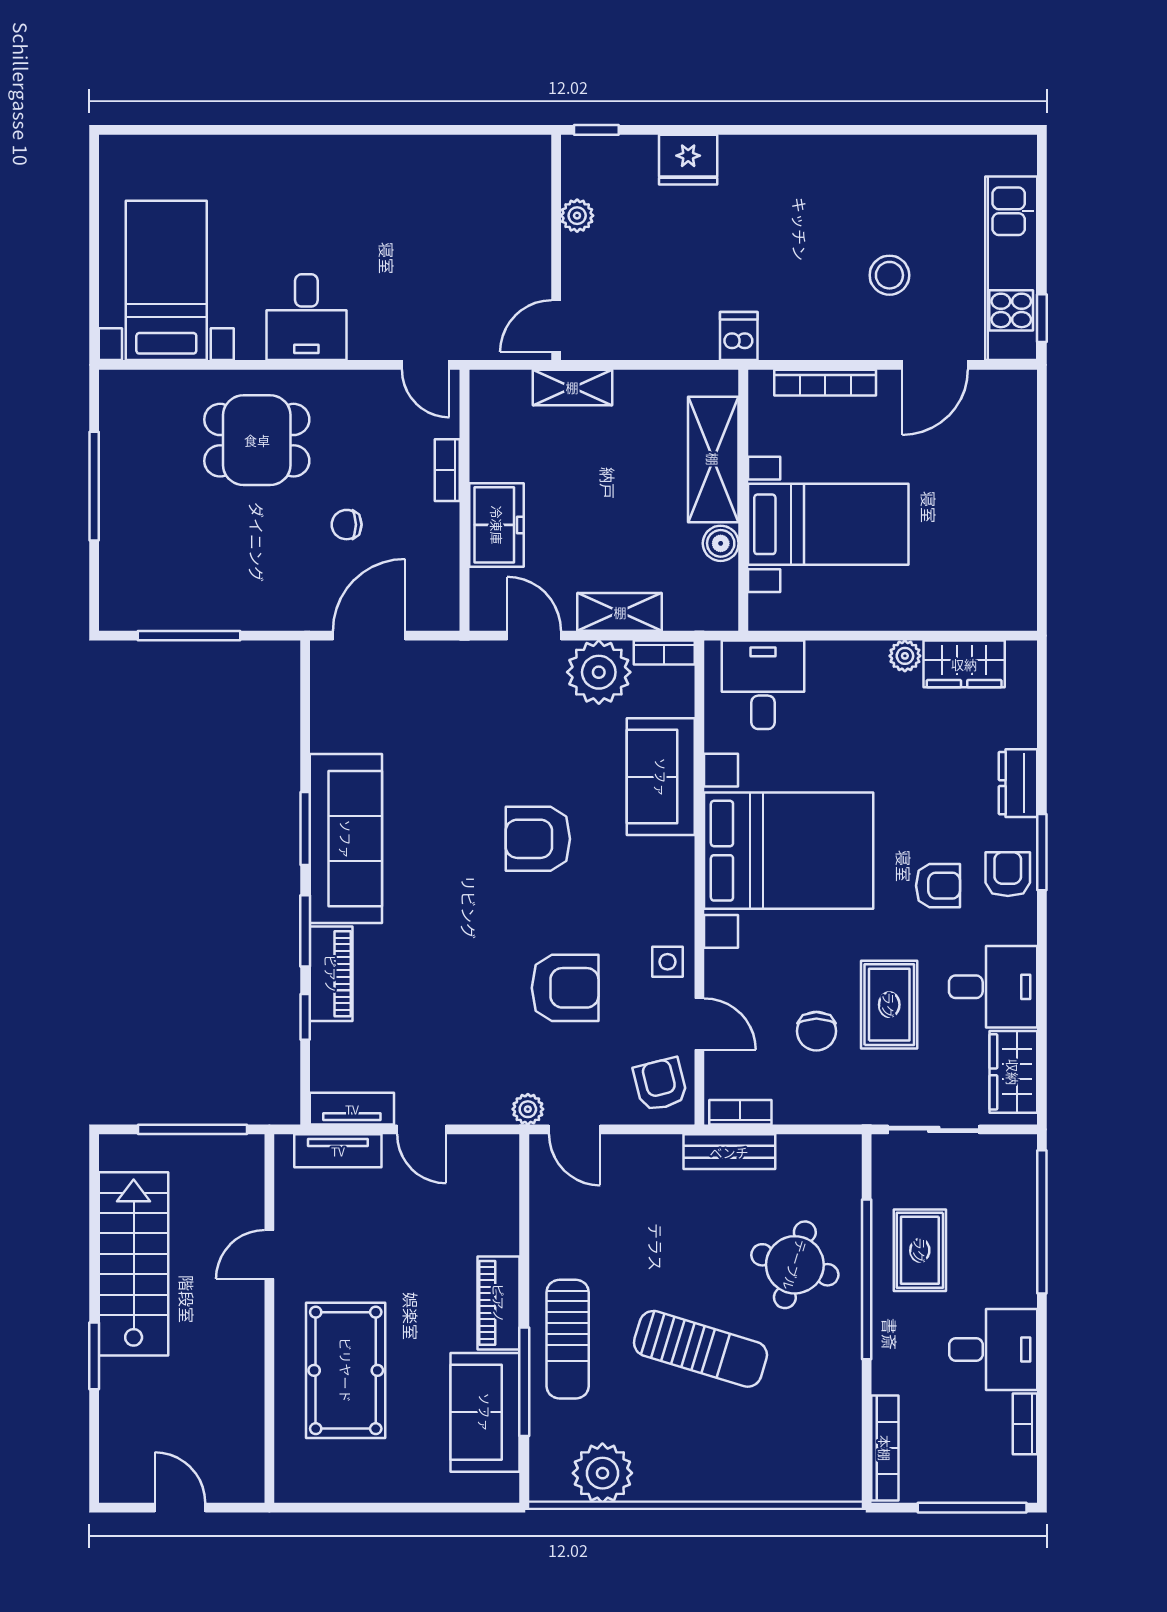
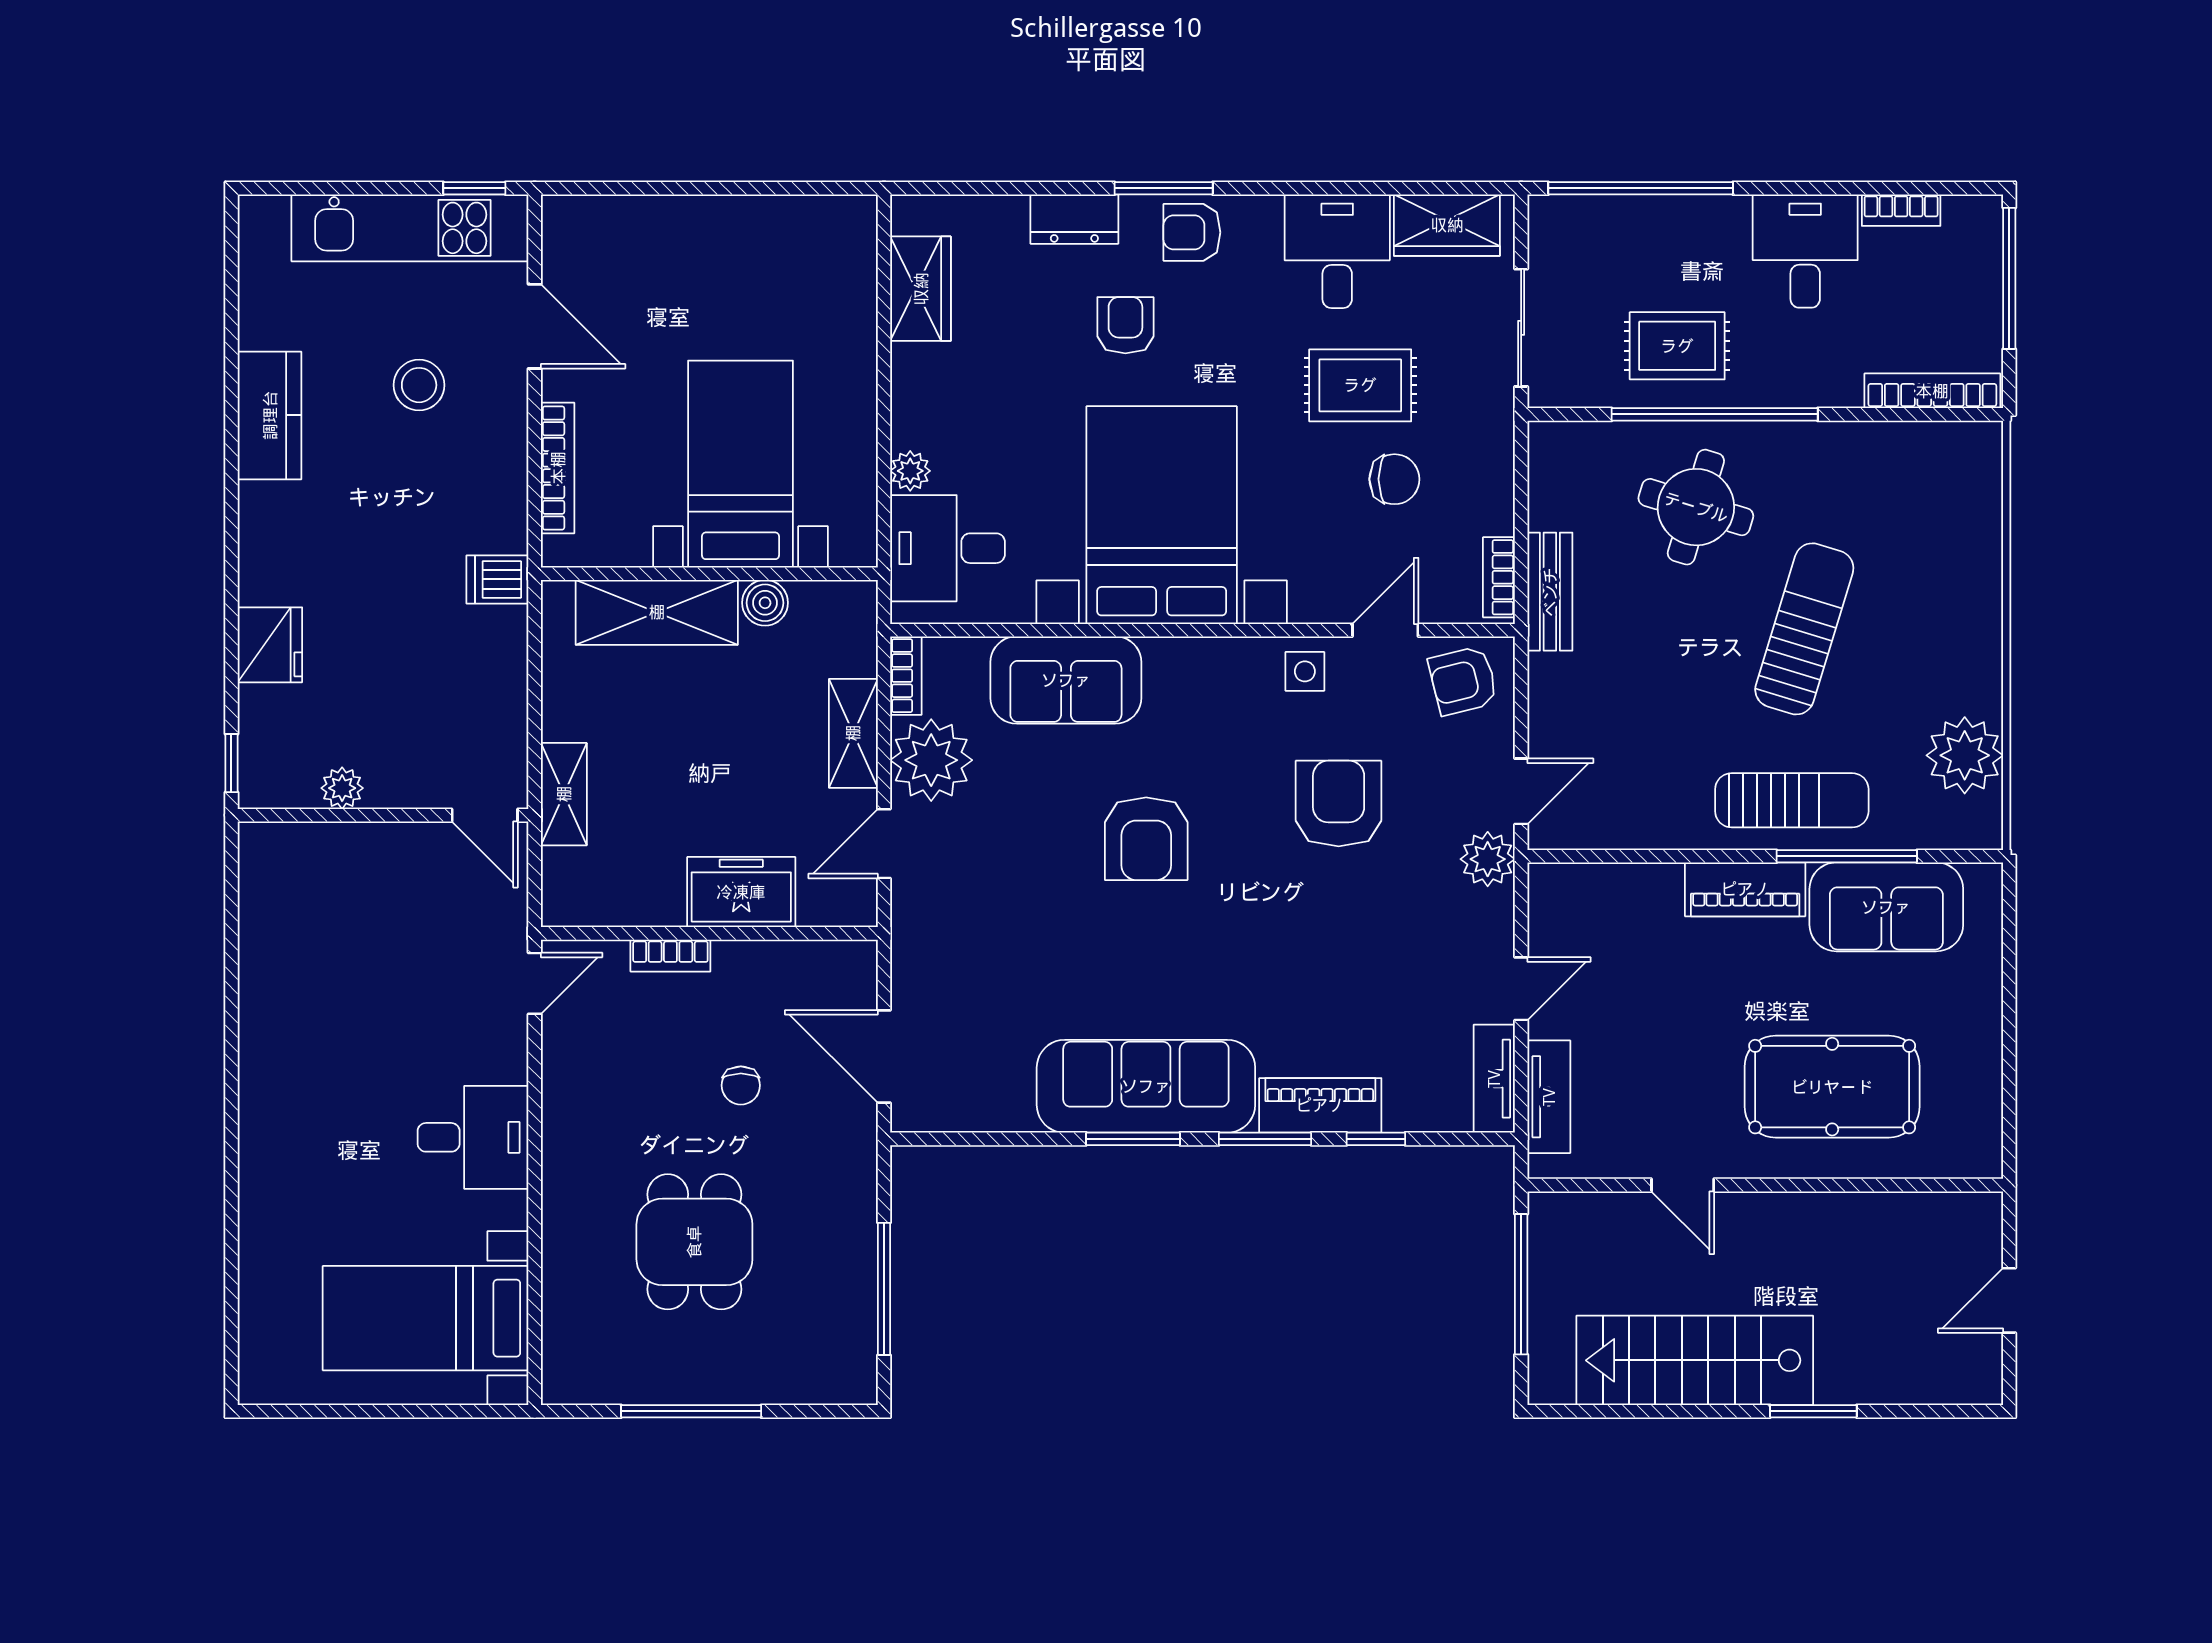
kitchen counter: (866, 159) -> (270, 415), added
dining table: (257, 440) -> (694, 1242), moved
plant: (905, 656) -> (910, 471), moved
armchair: (938, 886) -> (1125, 325), moved
plant: (528, 1109) -> (1488, 859), width x1.38, depth x1.38

